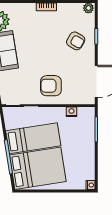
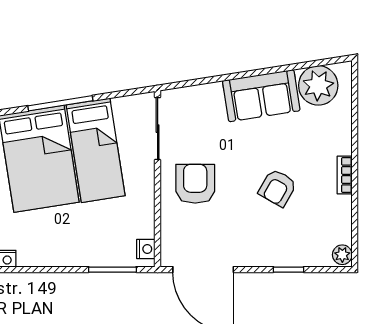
armchair: (76, 41) -> (278, 188), moved
nightstand: (72, 112) -> (146, 249), moved

